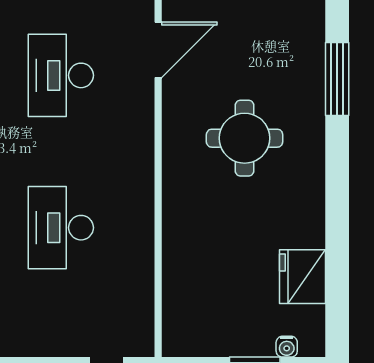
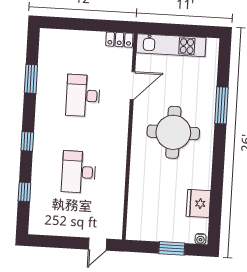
round table: (245, 138) -> (173, 132), width x1.36, depth x1.36
water cooler: (287, 347) -> (201, 239), moved

